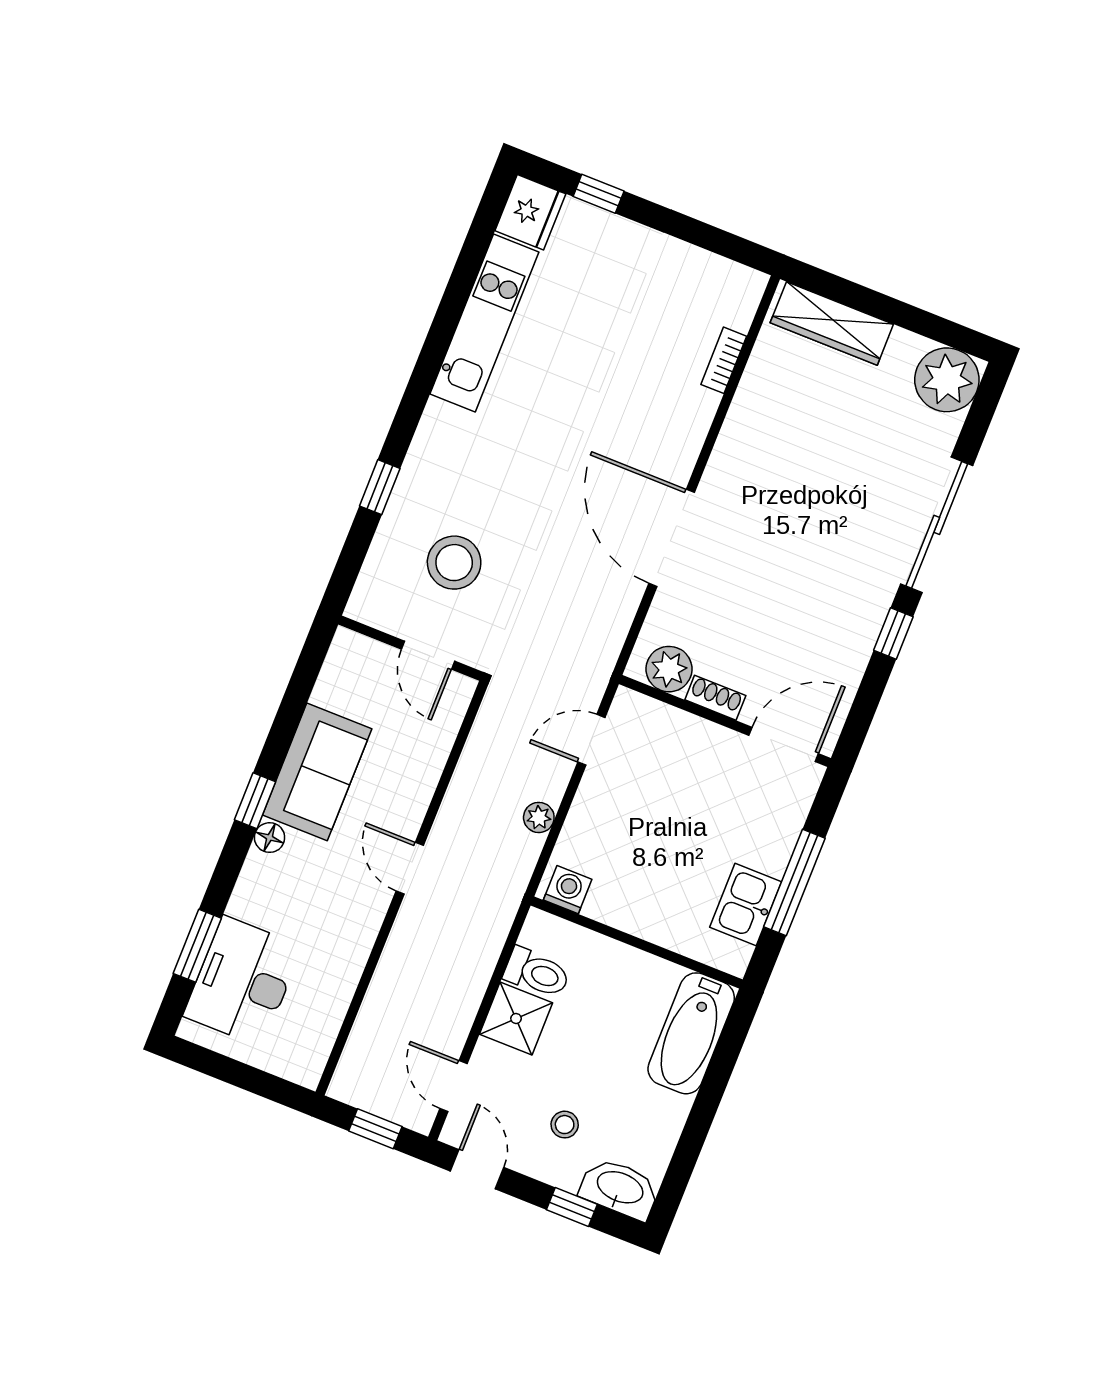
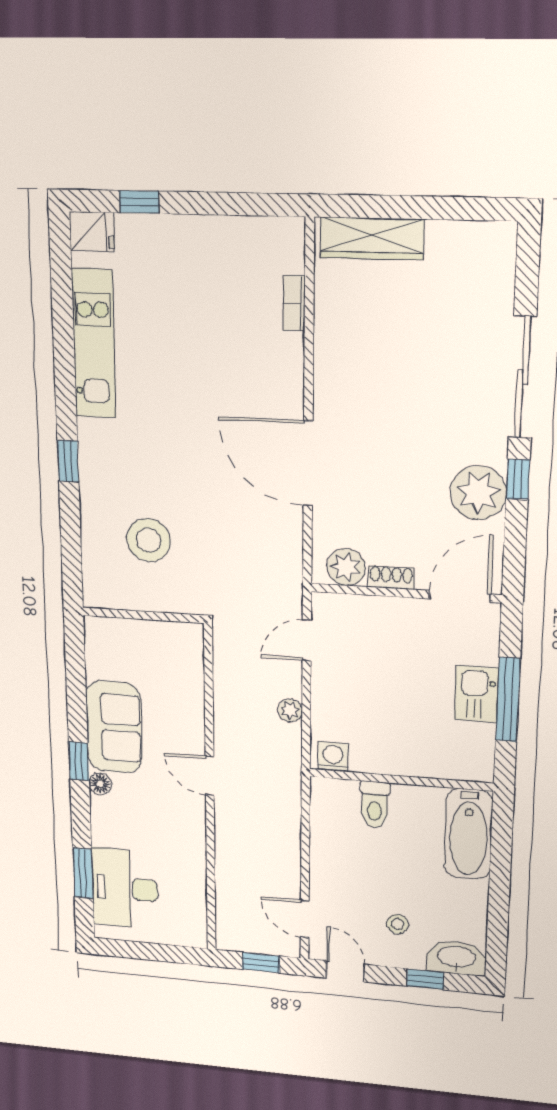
fridge: (530, 212) -> (92, 232), width x0.72
plant: (947, 380) -> (478, 493), moved
window: (380, 487) -> (68, 461), moved
door: (428, 655) -> (158, 616), removed
kitchen sink: (746, 904) -> (476, 694), moved
toilet: (537, 973) -> (375, 805), moved, turned 90
shower: (516, 1019) -> (331, 860), removed

